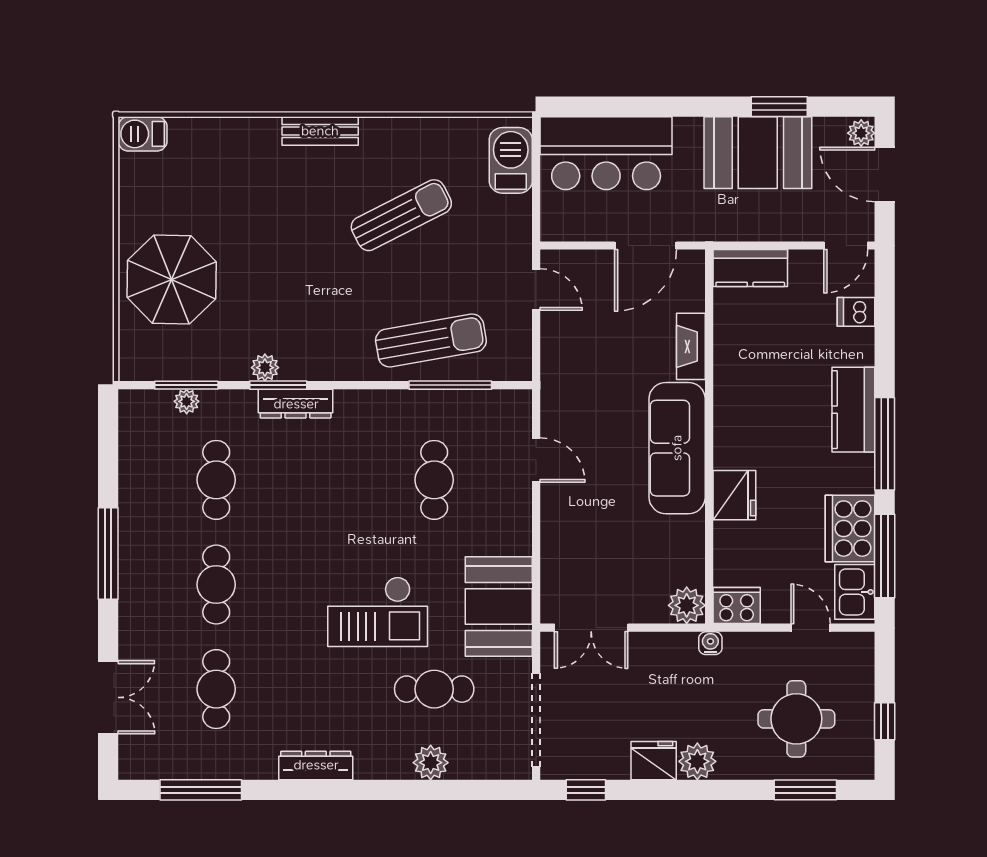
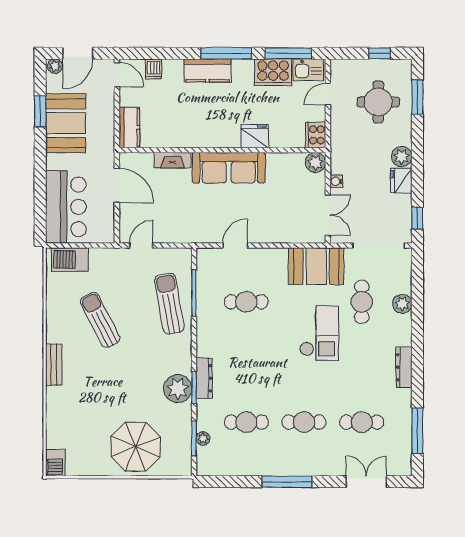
plant: (265, 368) -> (178, 389), width x1.88, depth x1.88
water cooler: (710, 643) -> (336, 181), moved

